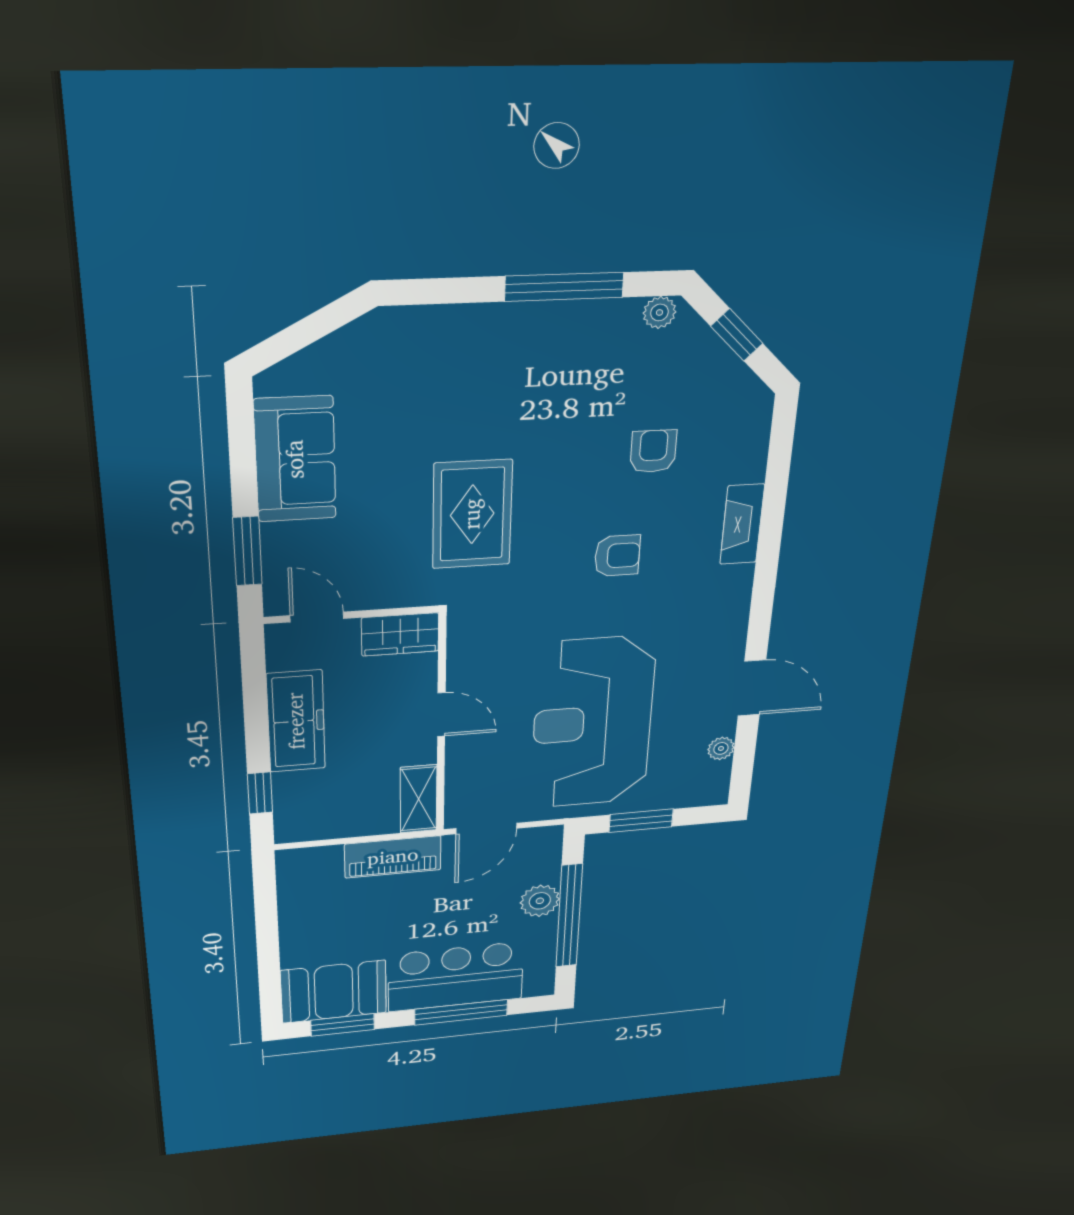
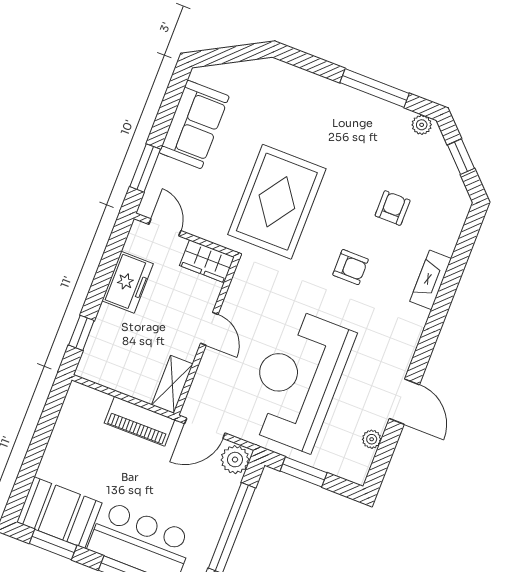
rug: (472, 514) -> (277, 202), width x1.37, depth x1.44
freezer: (296, 721) -> (128, 282), width x0.71
plant: (540, 901) -> (235, 460), moved

